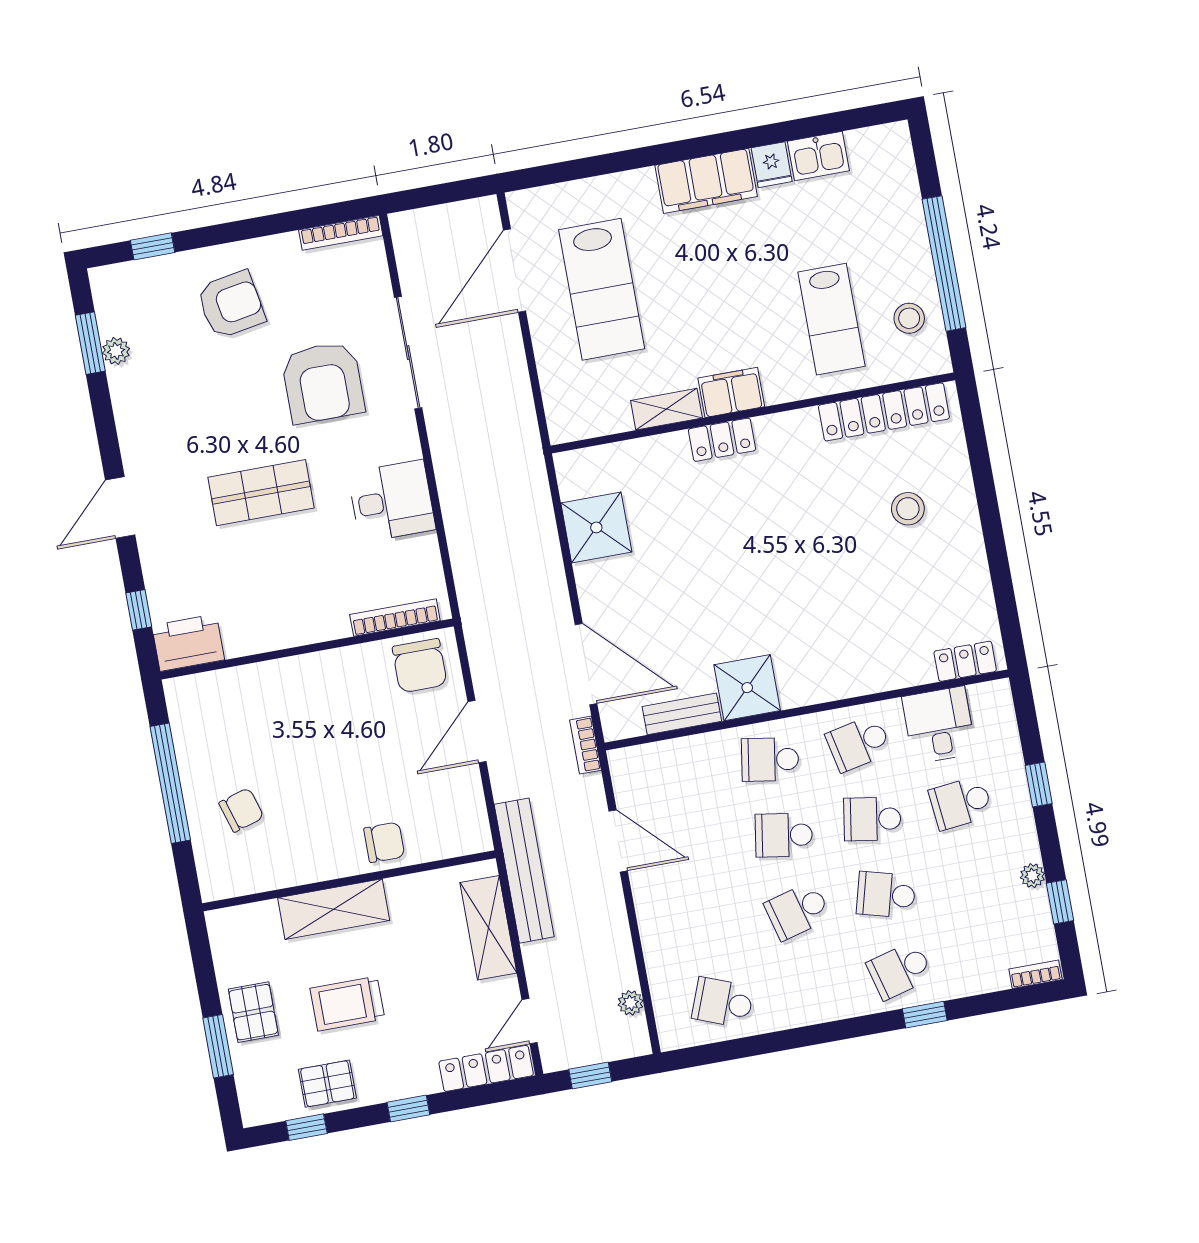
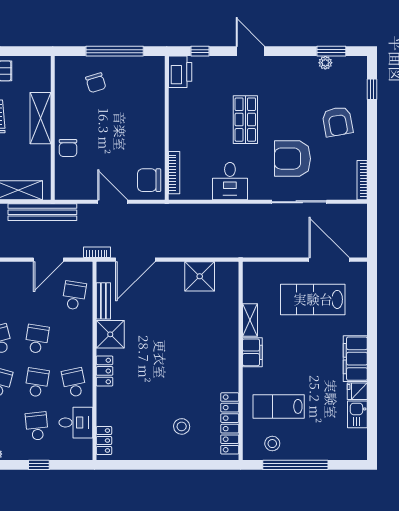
locker: (722, 440) -> (105, 371), moved, turned 180
school desk: (770, 759) -> (74, 295), moved

